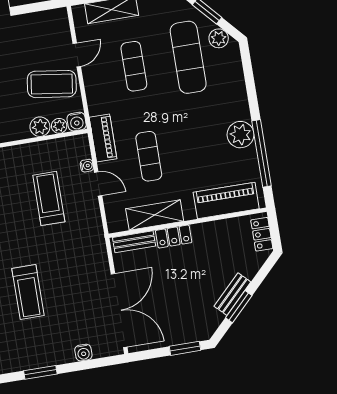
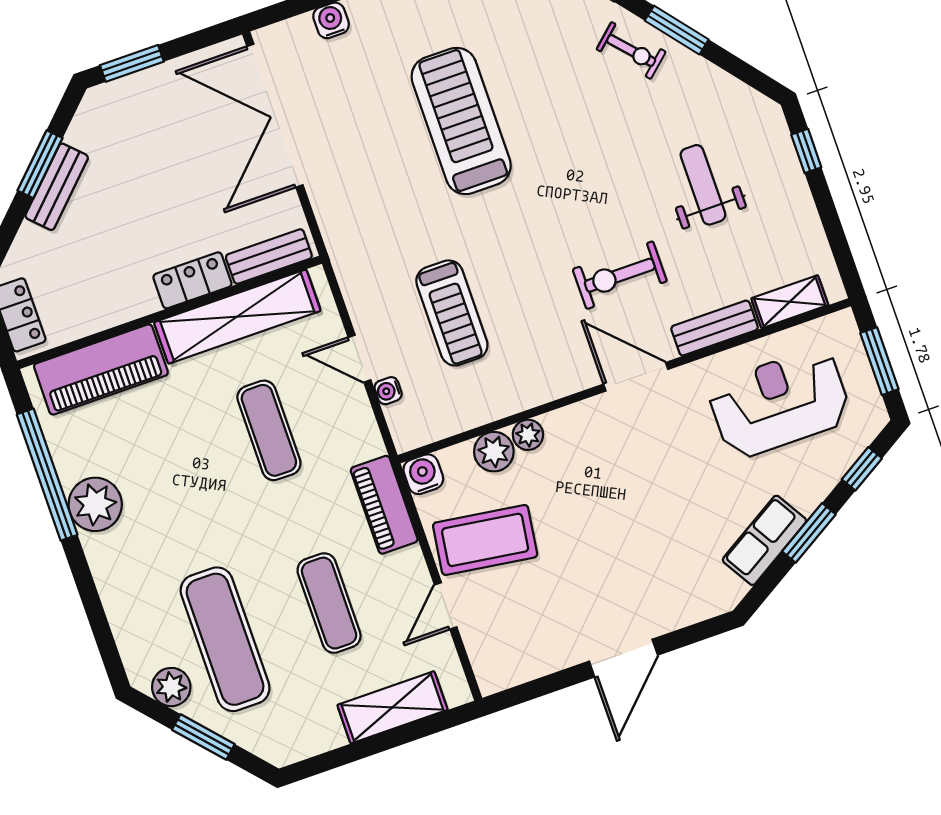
plant: (59, 126) -> (528, 435), moved
piano: (103, 138) -> (384, 505), moved
shelving: (155, 215) -> (237, 317), width x1.47
treadmill: (28, 292) -> (461, 121), width x1.37, depth x1.38

